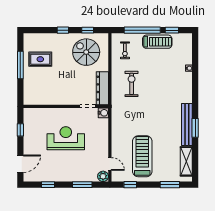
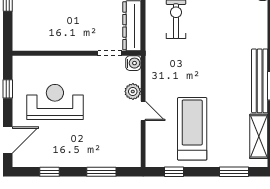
reception desk: (66, 138) -> (55, 102), moved
door: (110, 164) -> (143, 111), moved
plant: (103, 176) -> (133, 92), moved

